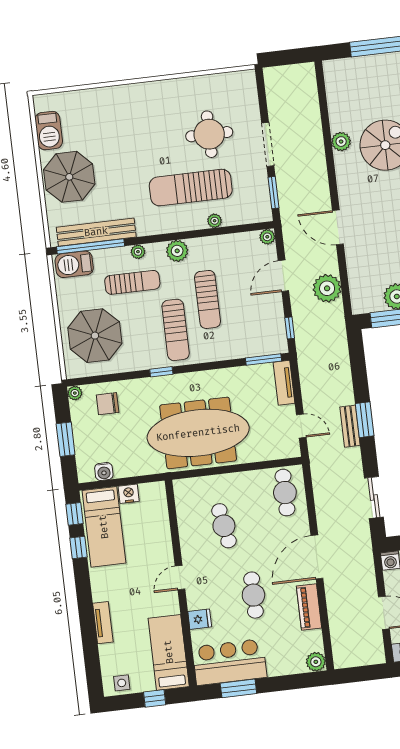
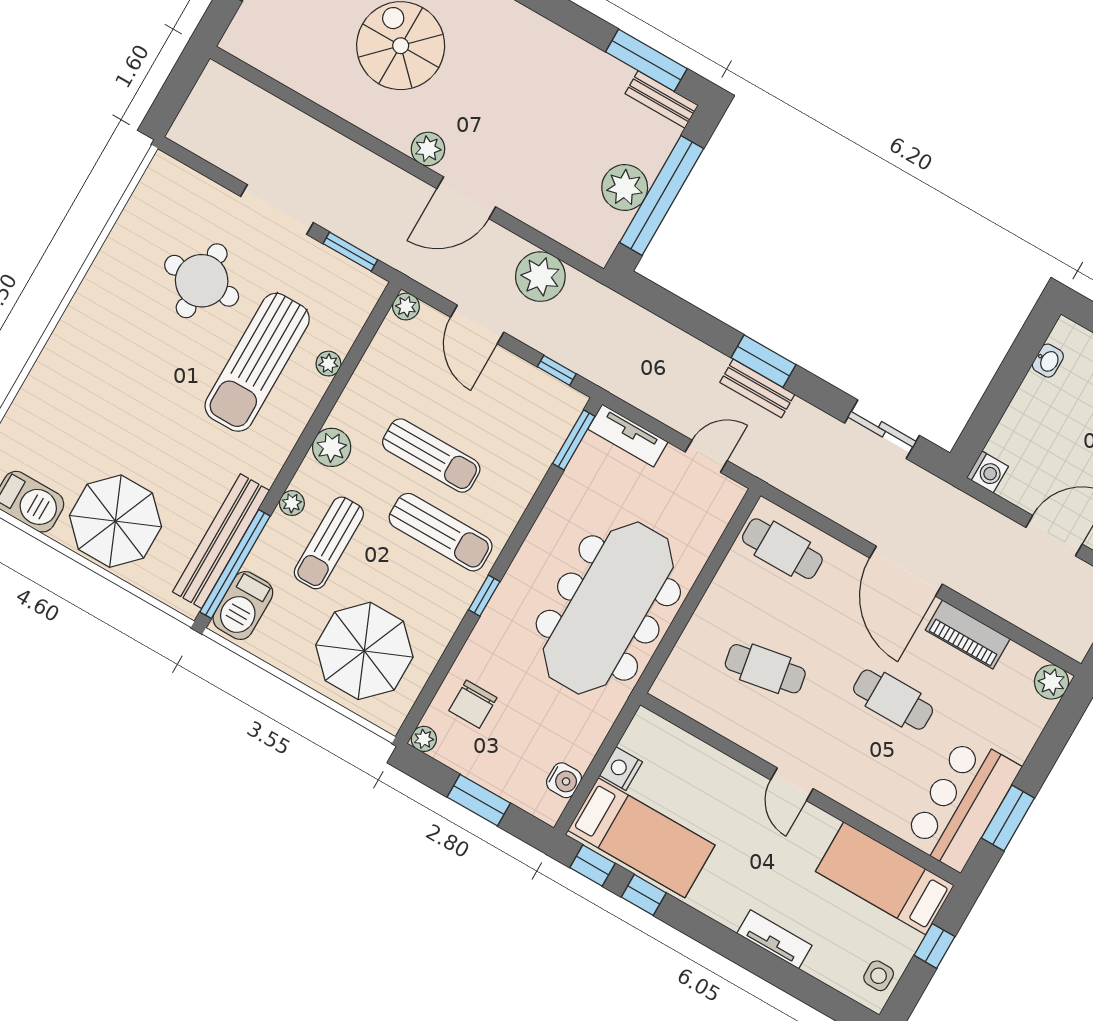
plant: (341, 142) -> (428, 149), moved
sun lounger: (132, 282) -> (329, 543), turned 180
fridge: (200, 619) -> (871, 800), removed

